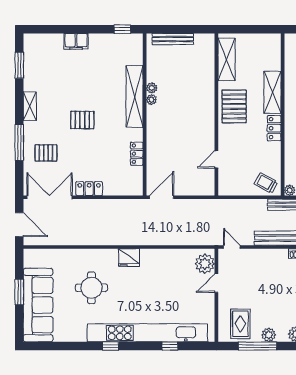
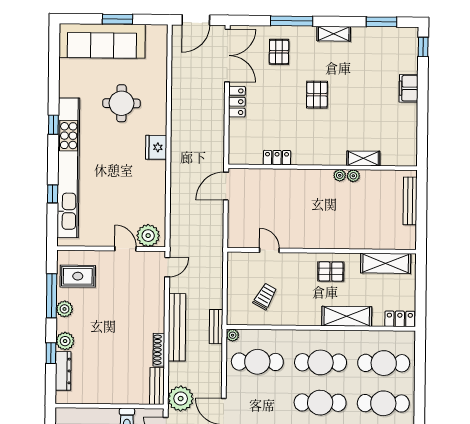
window: (122, 29) -> (423, 47), moved
shelving: (135, 96) -> (363, 158), width x0.45, depth x0.75
pallet: (234, 106) -> (331, 271), width x0.67, depth x0.71
locker: (274, 128) -> (400, 319), moved
trolley: (266, 183) -> (265, 296), moved
door: (162, 197) -> (226, 186), swing flipped

